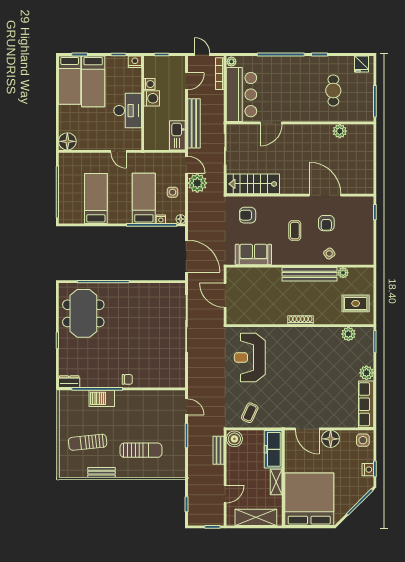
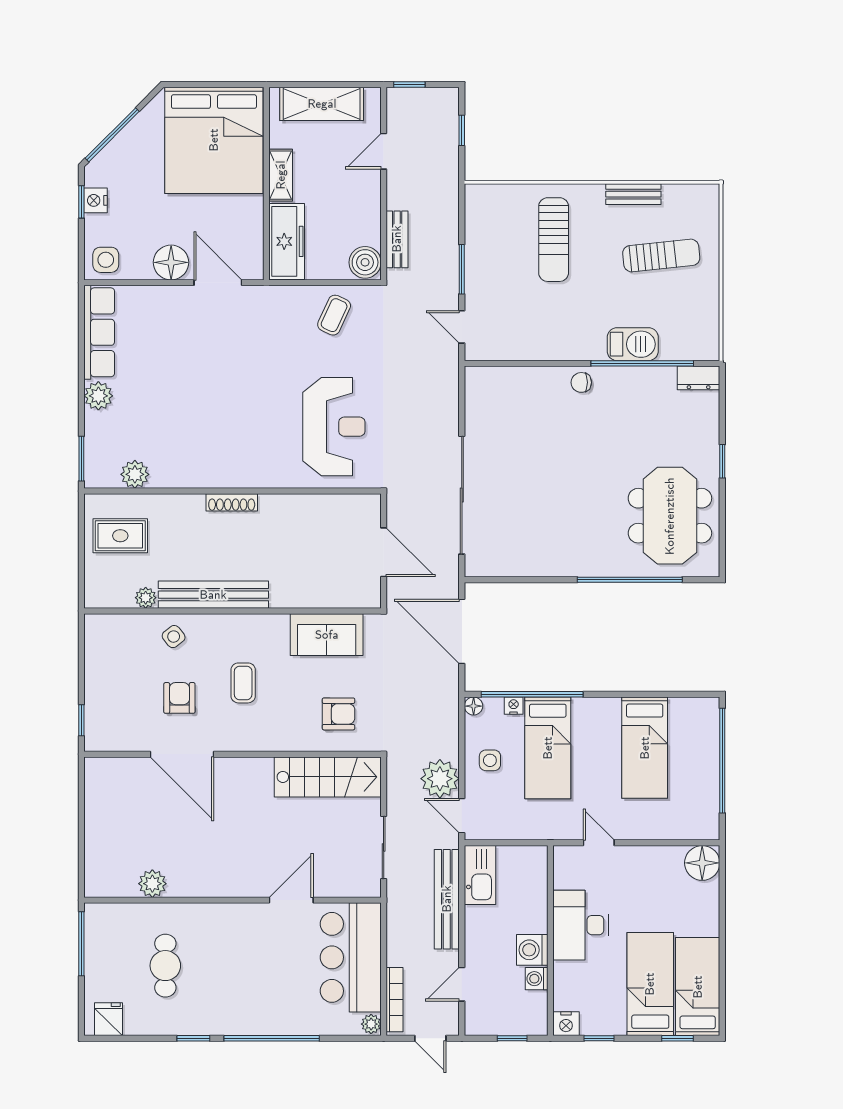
sun lounger: (141, 450) -> (554, 240), turned -90

